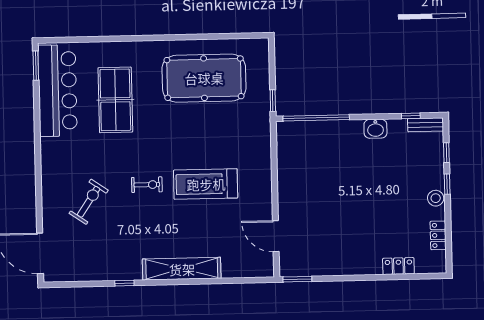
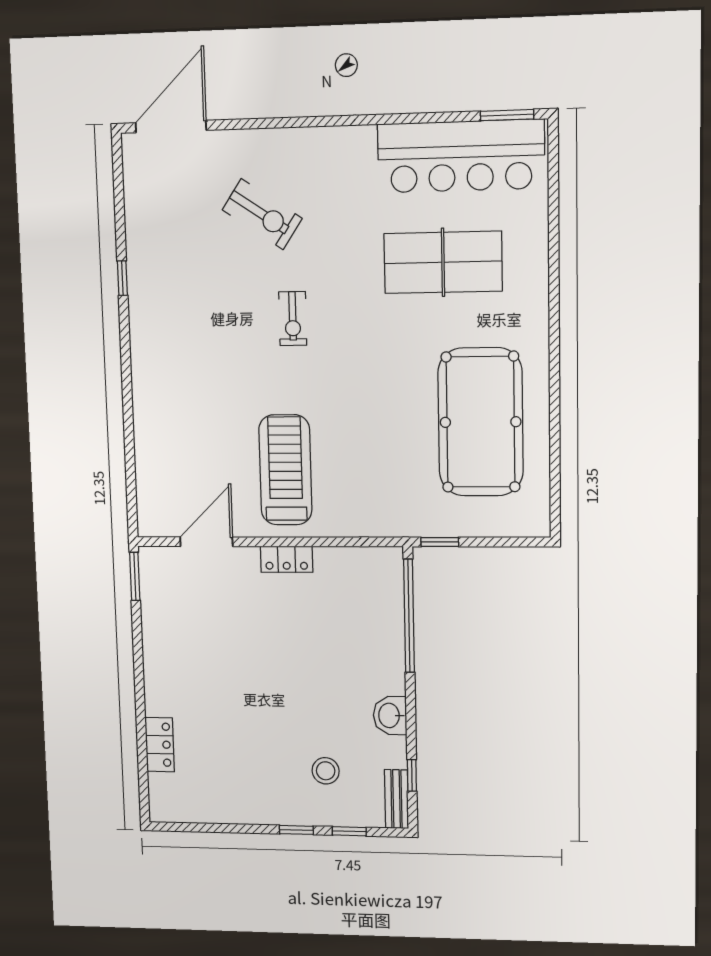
treadmill: (206, 184) -> (285, 470), moved
stool: (436, 198) -> (326, 771), moved
locker: (438, 235) -> (287, 559), moved, turned 180
shelving: (182, 269) -> (149, 379), removed

